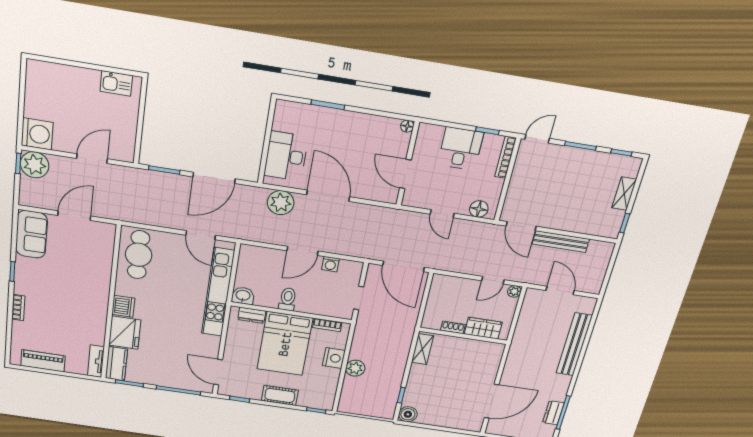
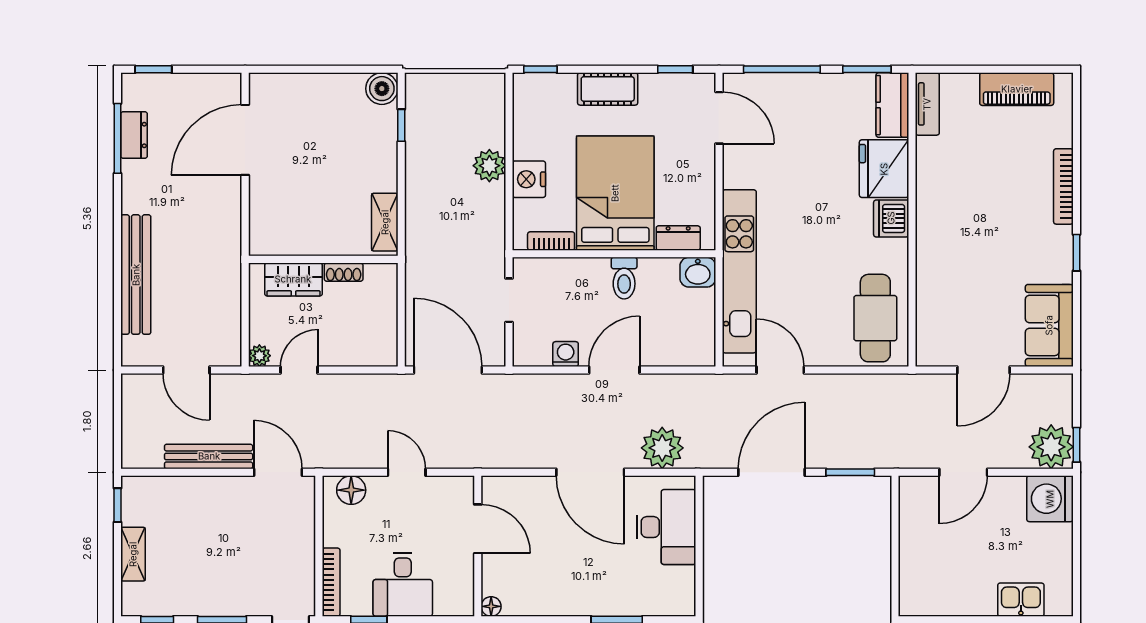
kitchen sink: (116, 83) -> (1021, 600), moved
bookcase: (18, 308) -> (1063, 186), width x1.56

